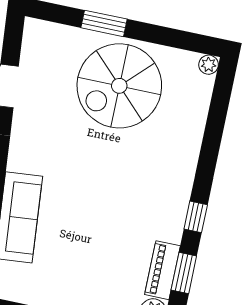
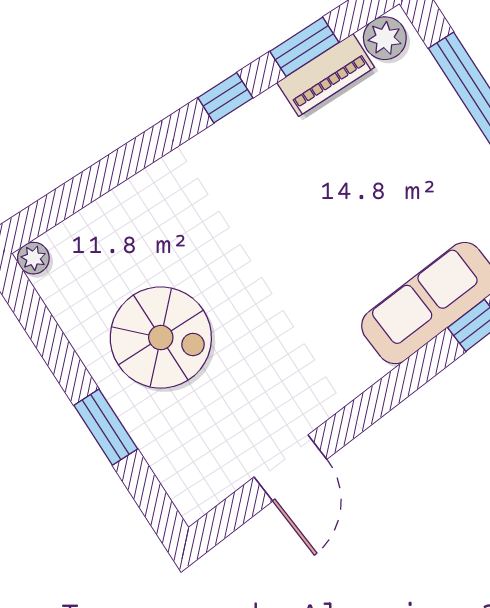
spiral stairs: (119, 86) -> (161, 338), width x0.73, depth x0.73

